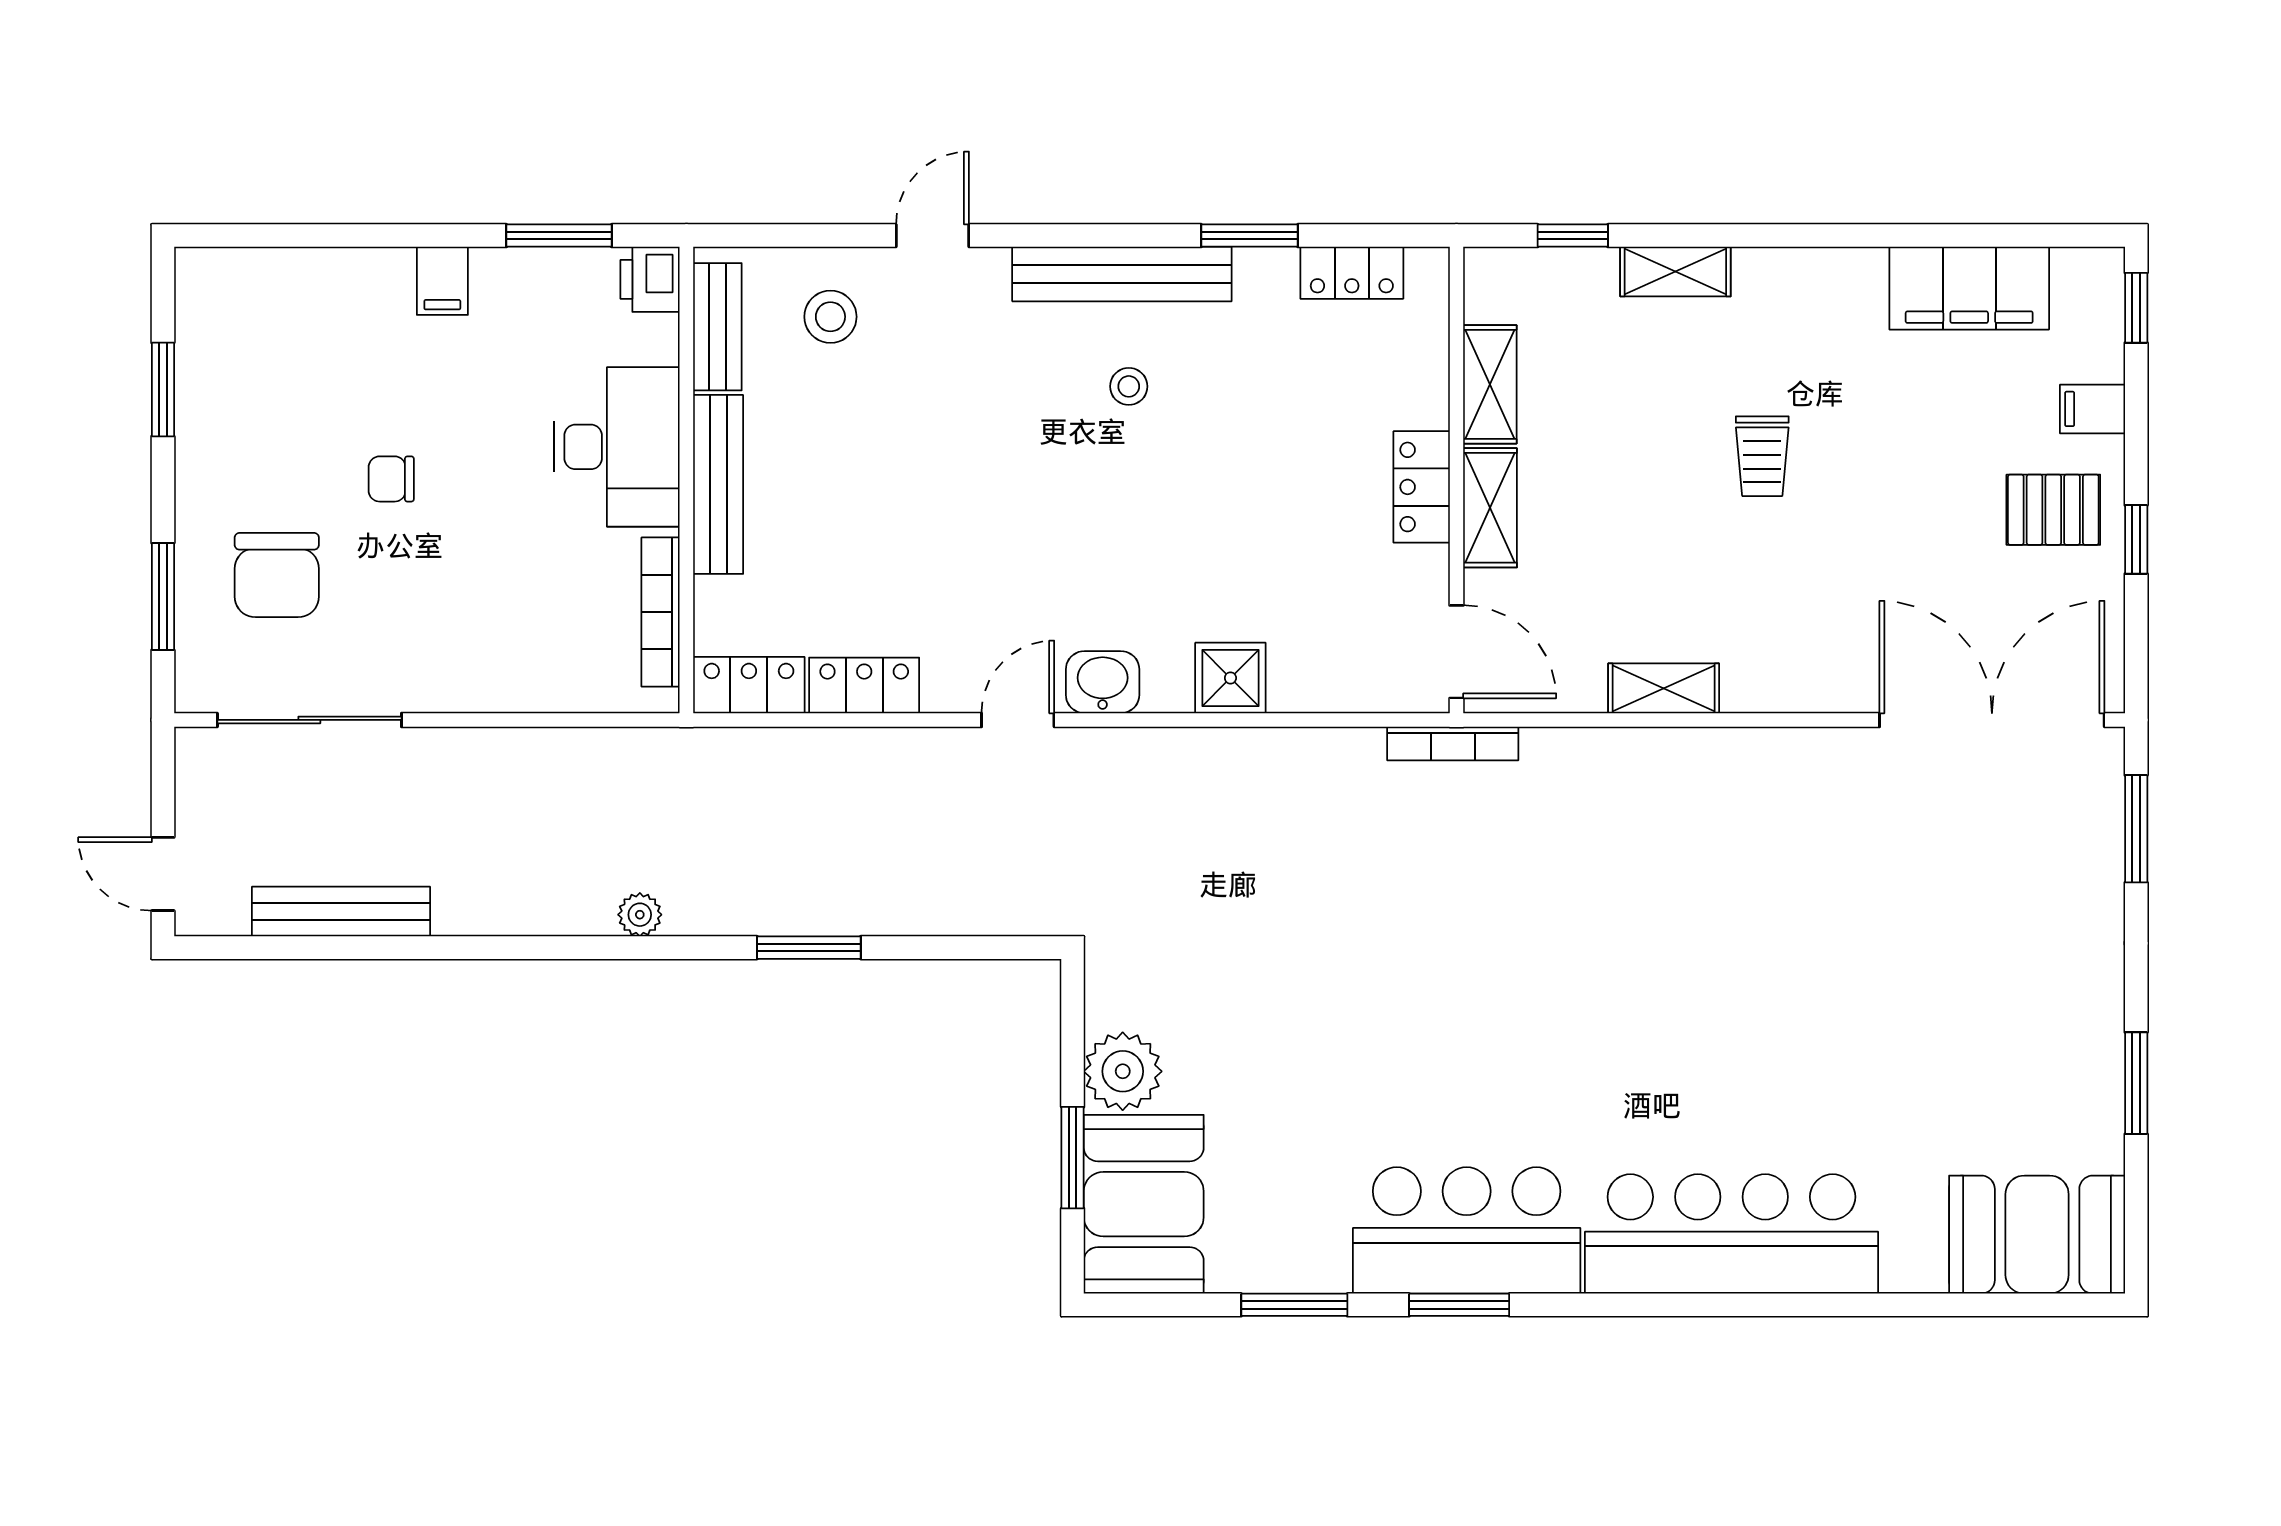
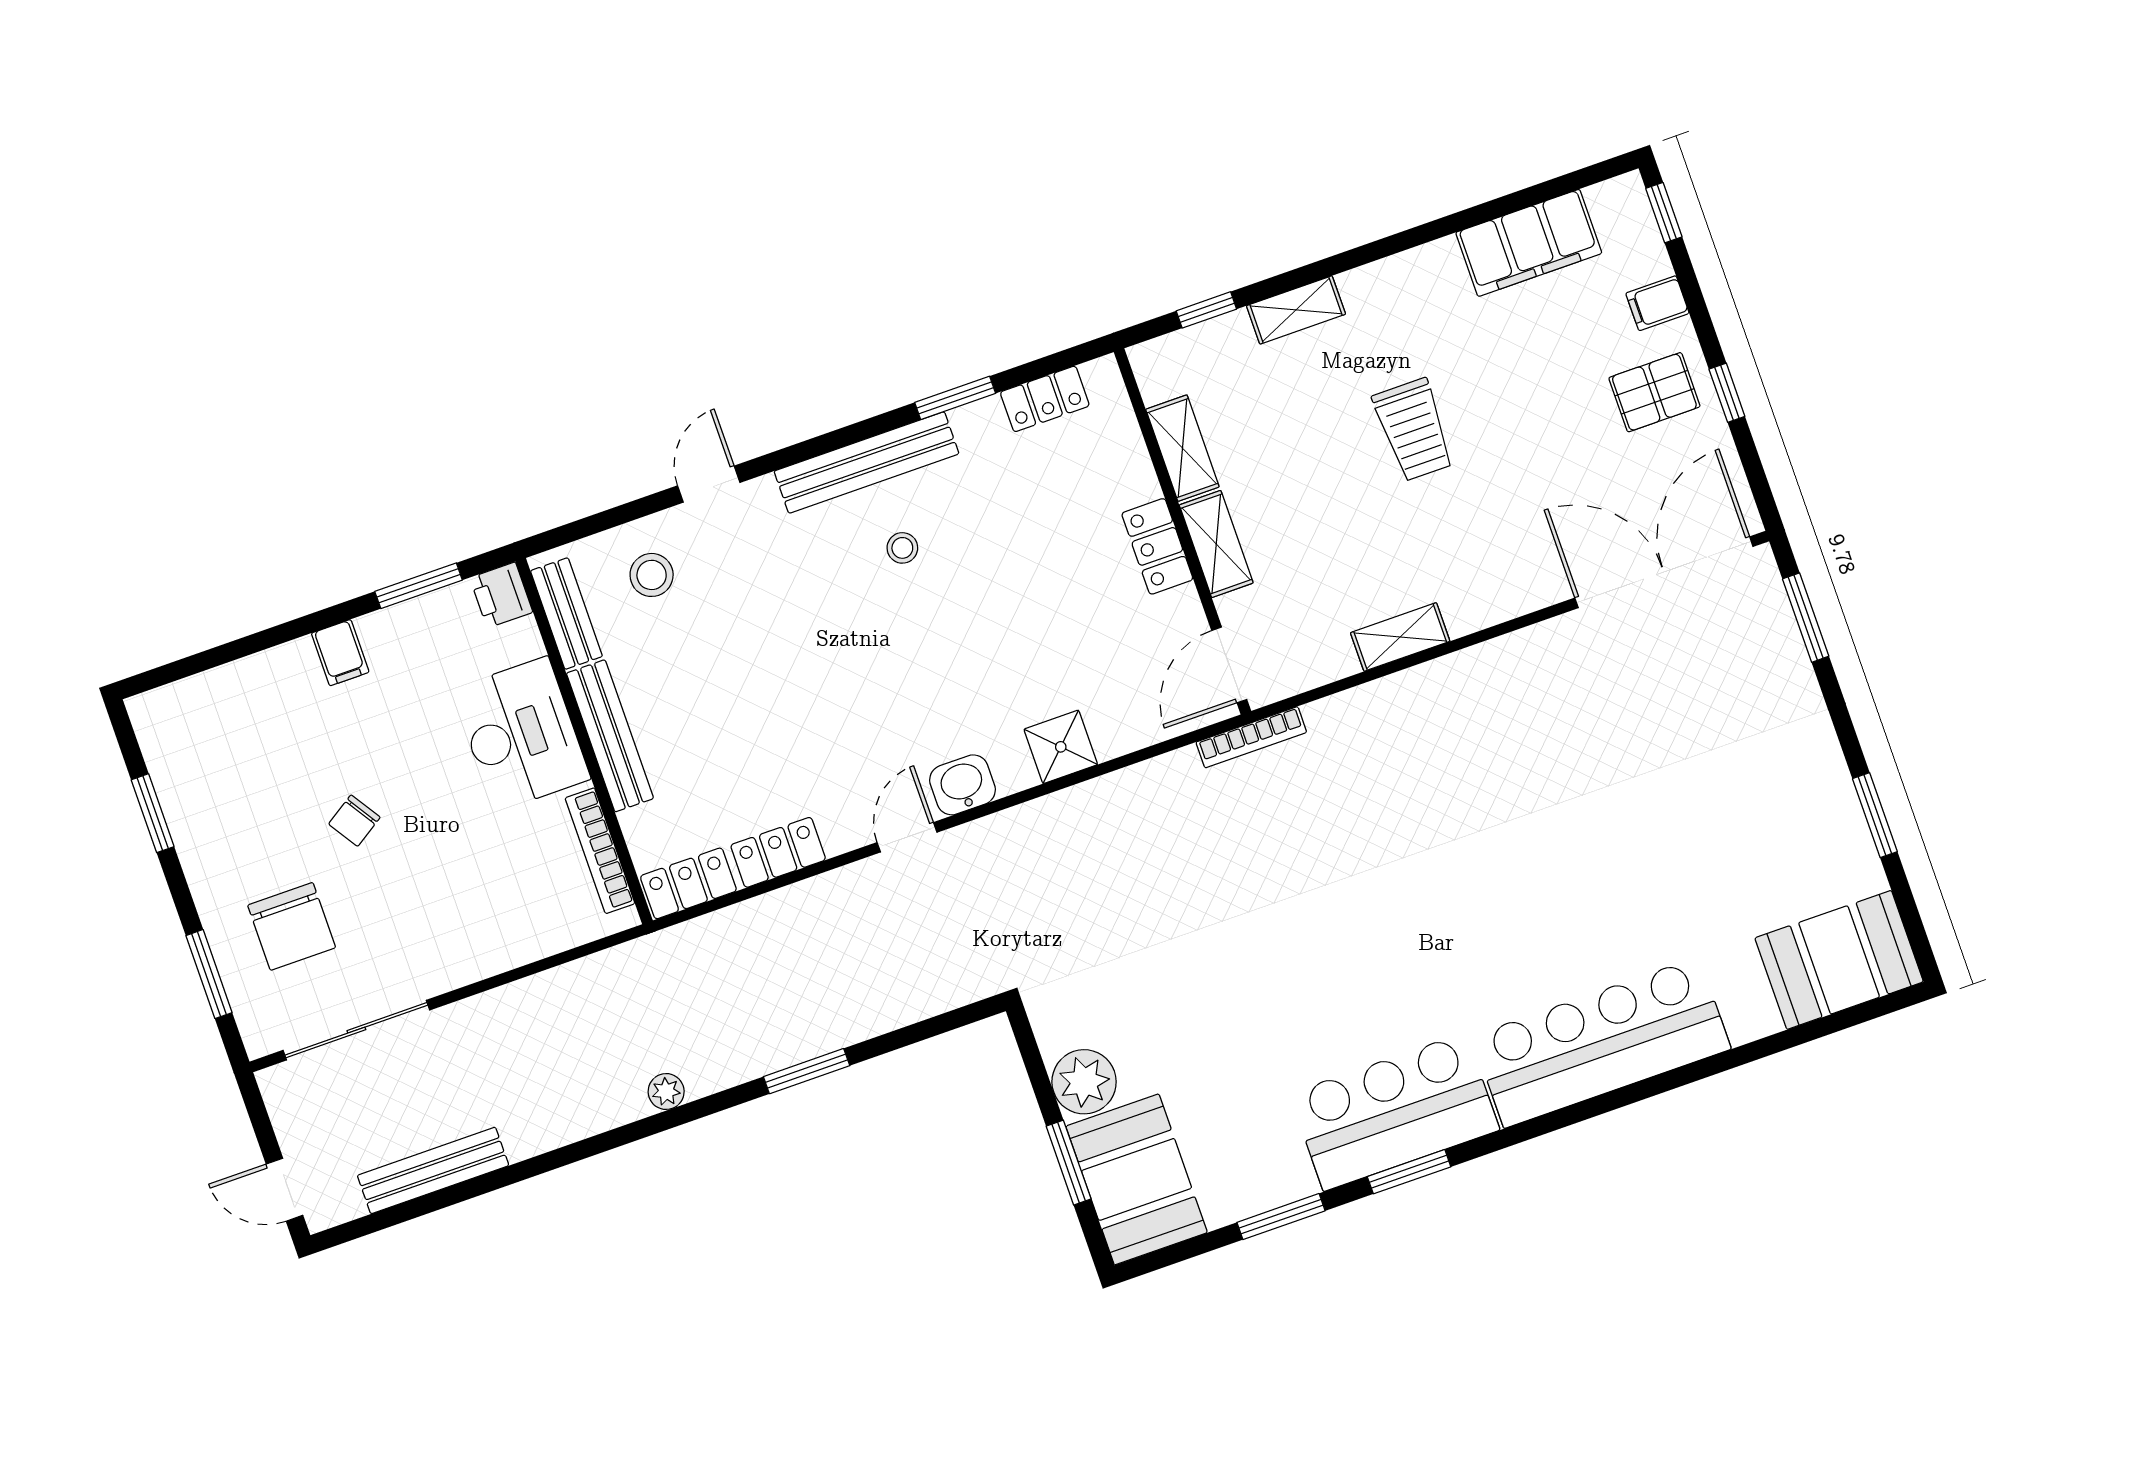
trolley: (1762, 456) -> (1414, 430), width x1.36, depth x1.39
chair: (391, 479) -> (354, 821), turned -33
door: (1456, 652) -> (1229, 665), swing flipped

